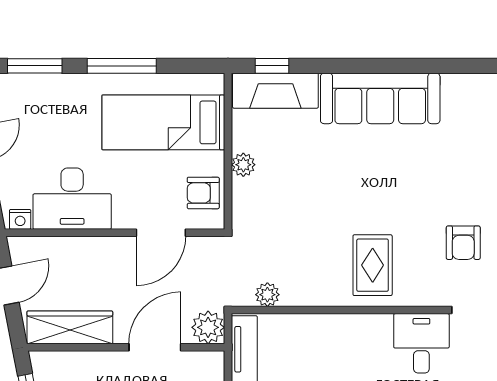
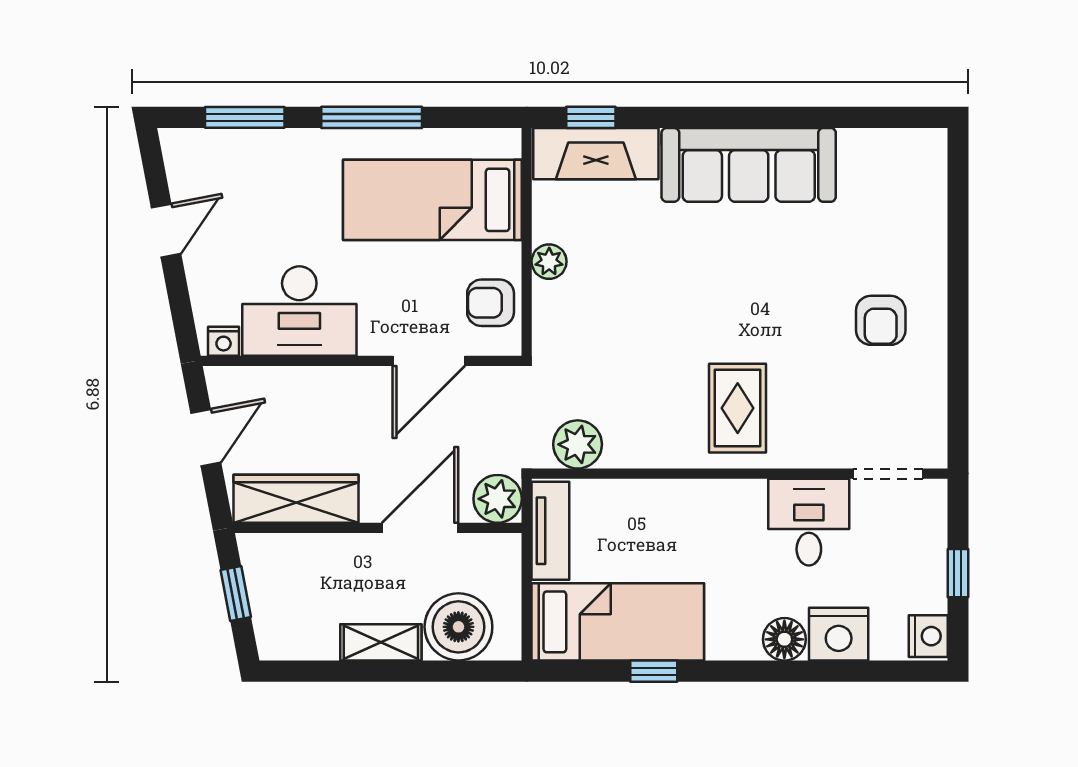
armchair: (463, 243) -> (881, 320), moved
plant: (267, 295) -> (578, 444), width x1.38, depth x1.38

